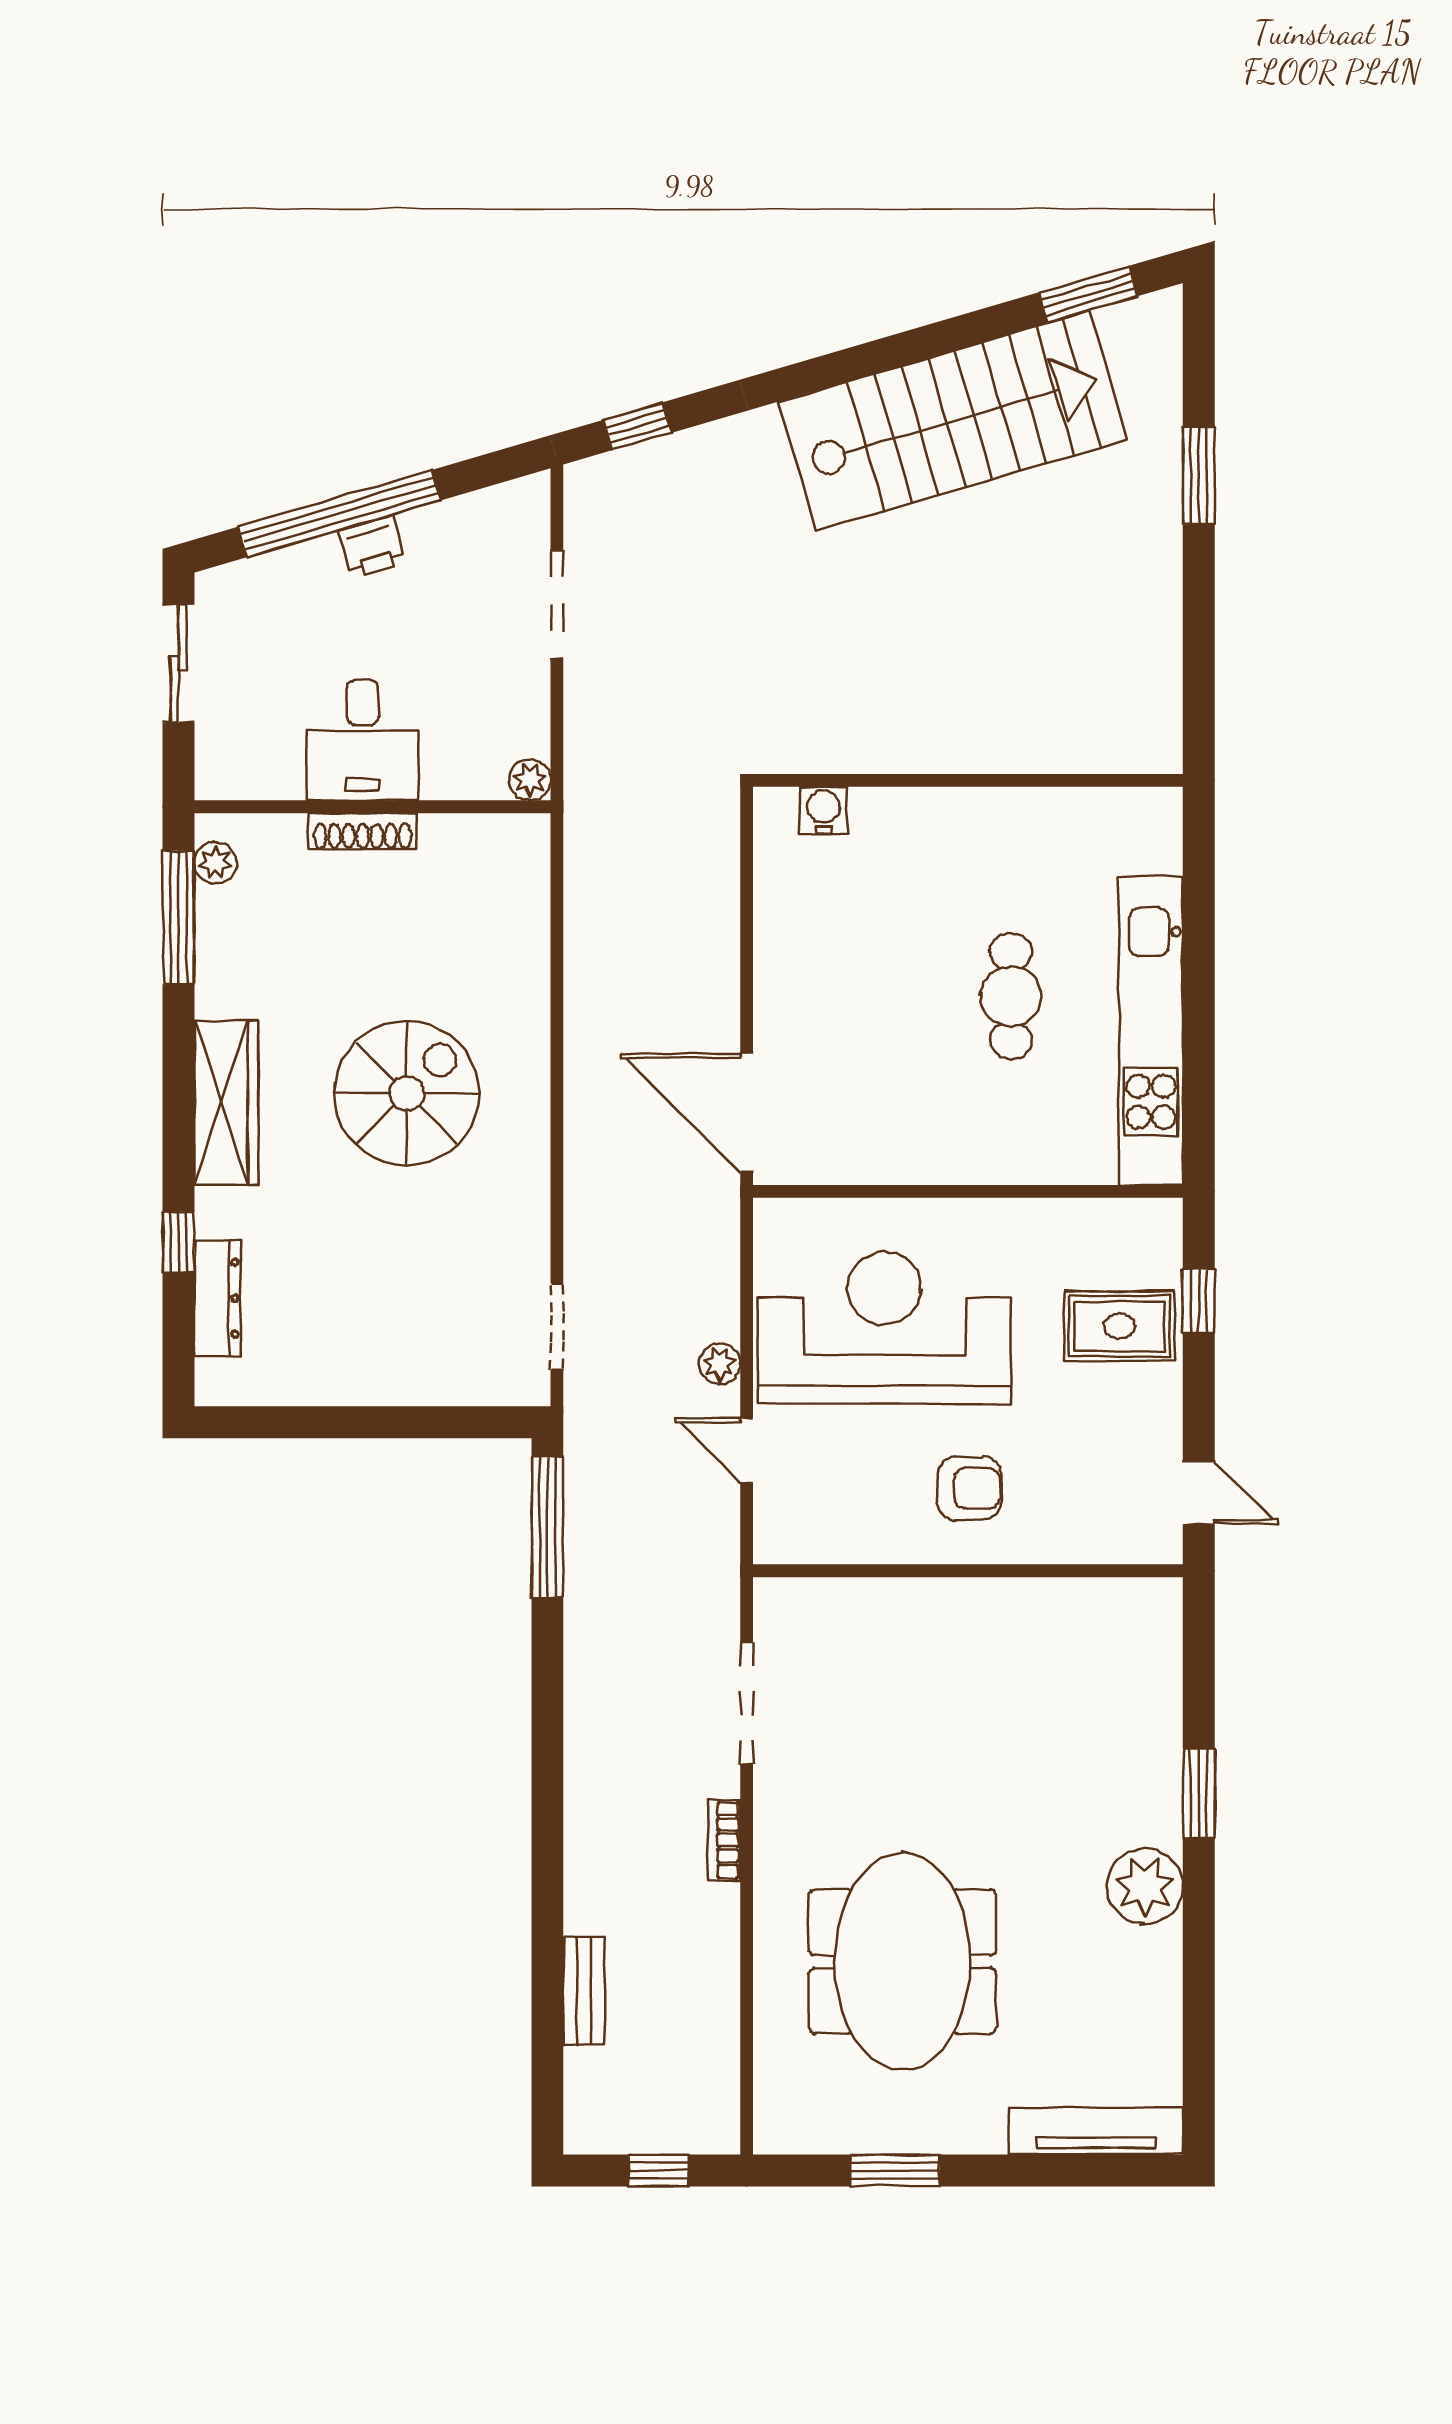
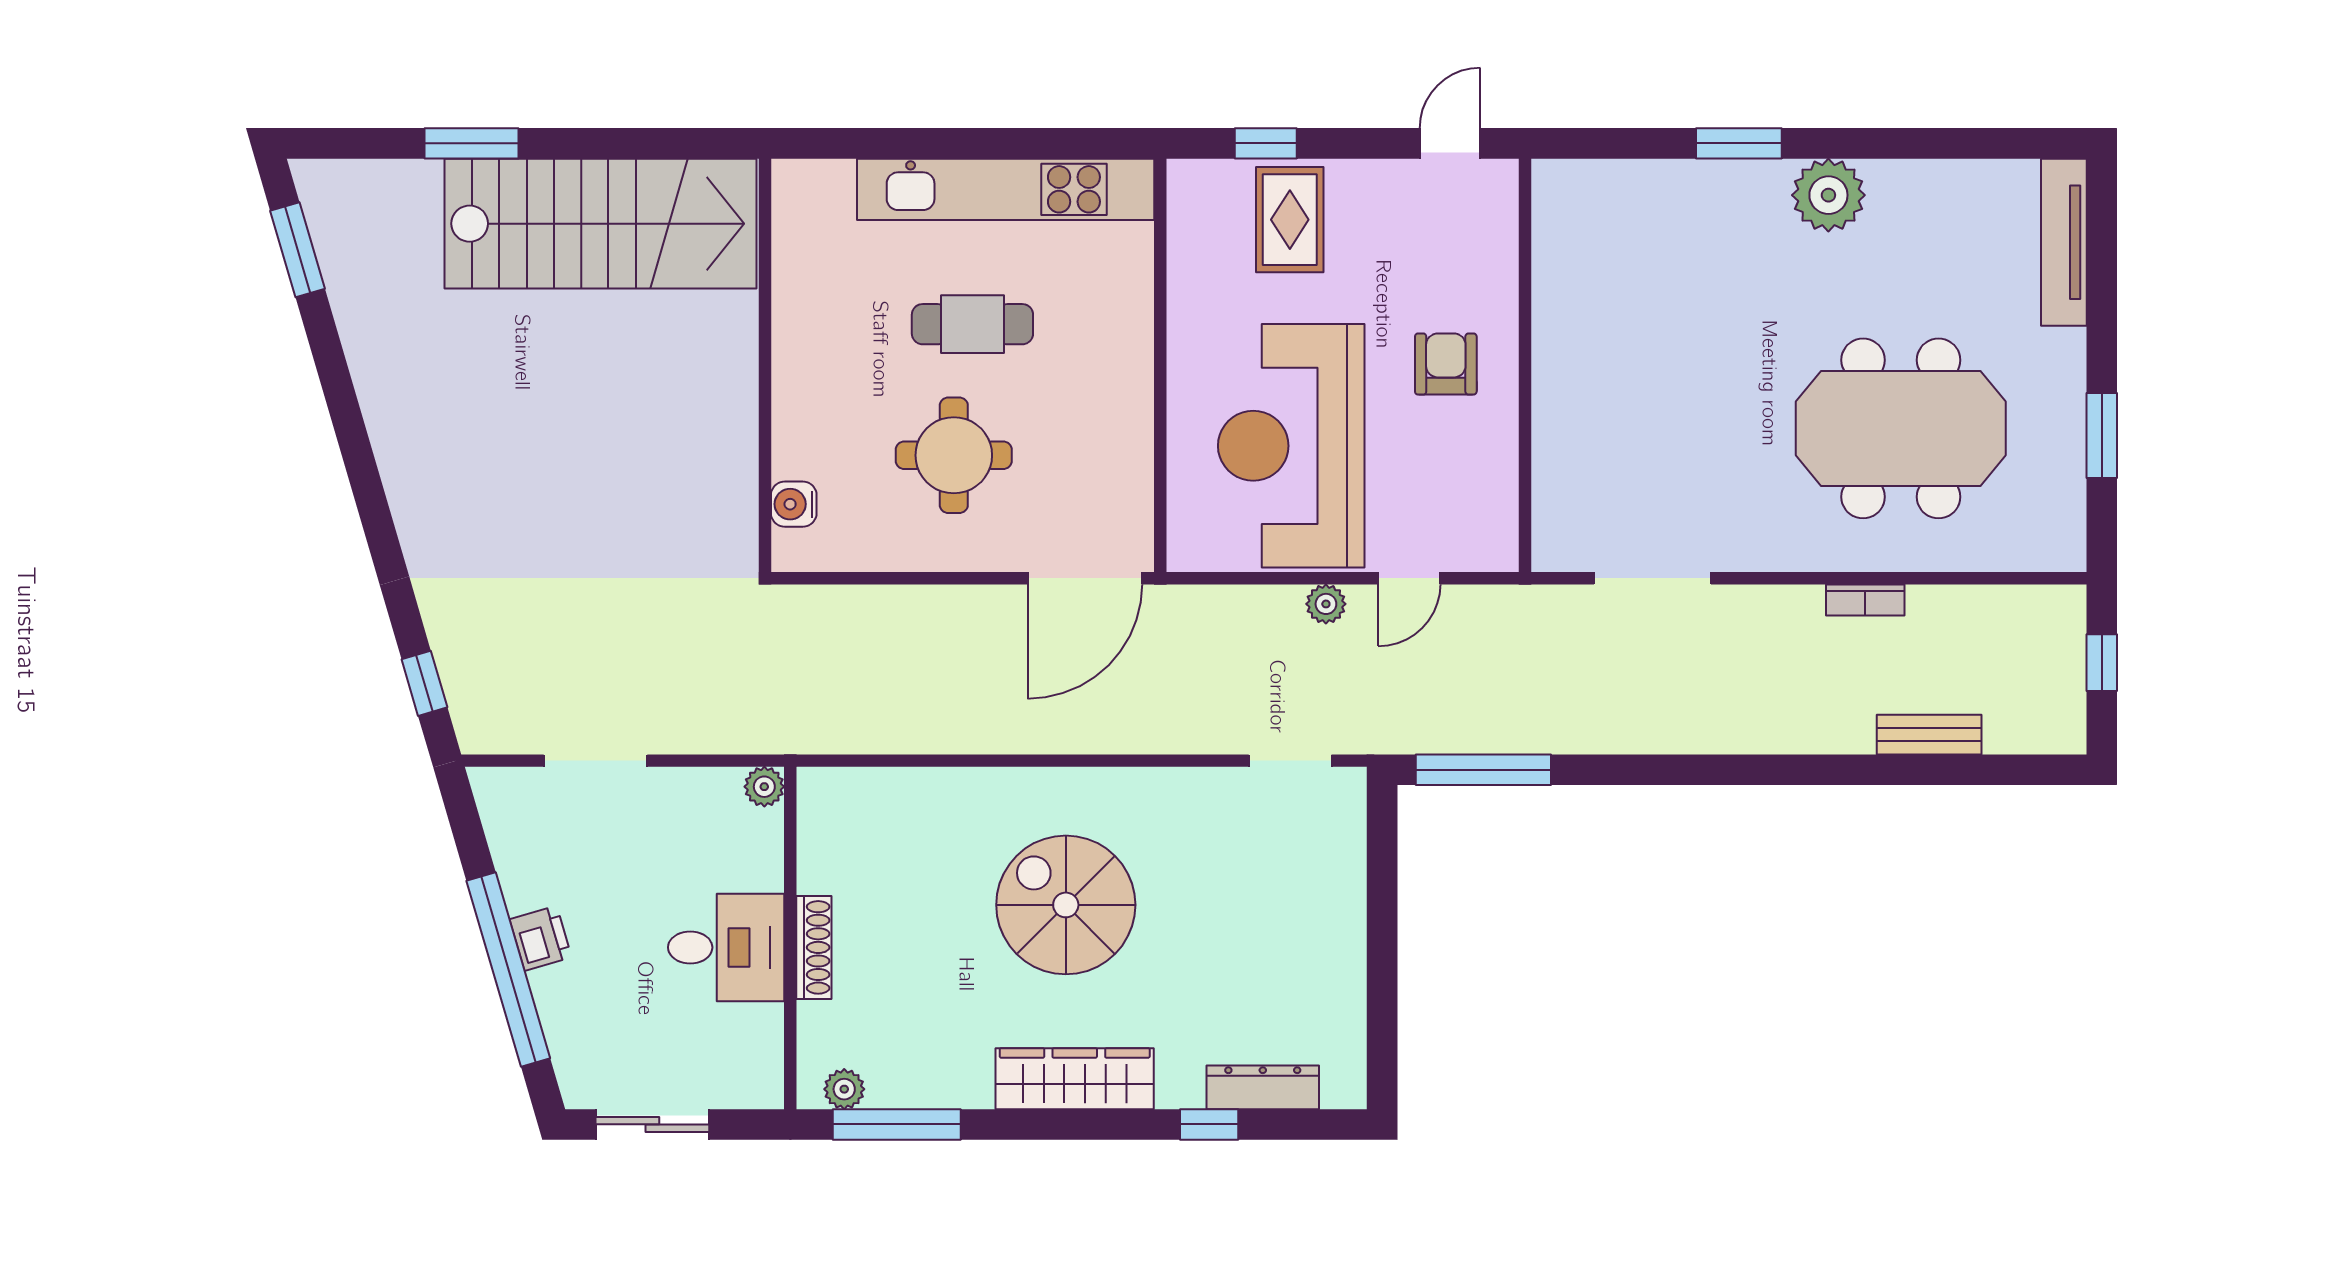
stairs: (953, 421) -> (601, 224), moved, turned 106
round table: (874, 977) -> (954, 455), added
bookcase: (724, 1840) -> (1865, 600), moved

